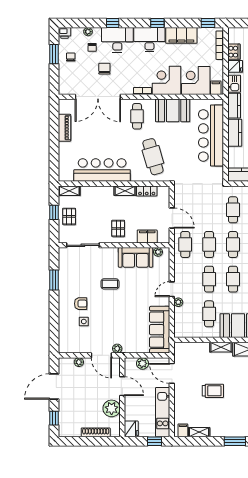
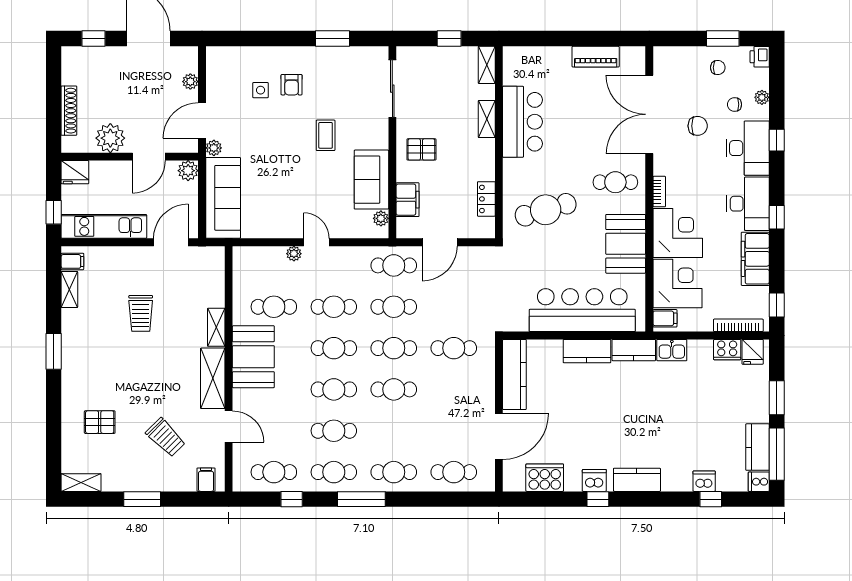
fridge: (235, 66) -> (753, 352), moved
bar counter: (102, 170) -> (523, 122), width x0.73
shelving: (125, 191) -> (487, 119), moved
pallet: (69, 216) -> (442, 65), removed
sofa: (160, 330) -> (223, 198), moved, turned 90
plant: (142, 363) -> (188, 171), moved

